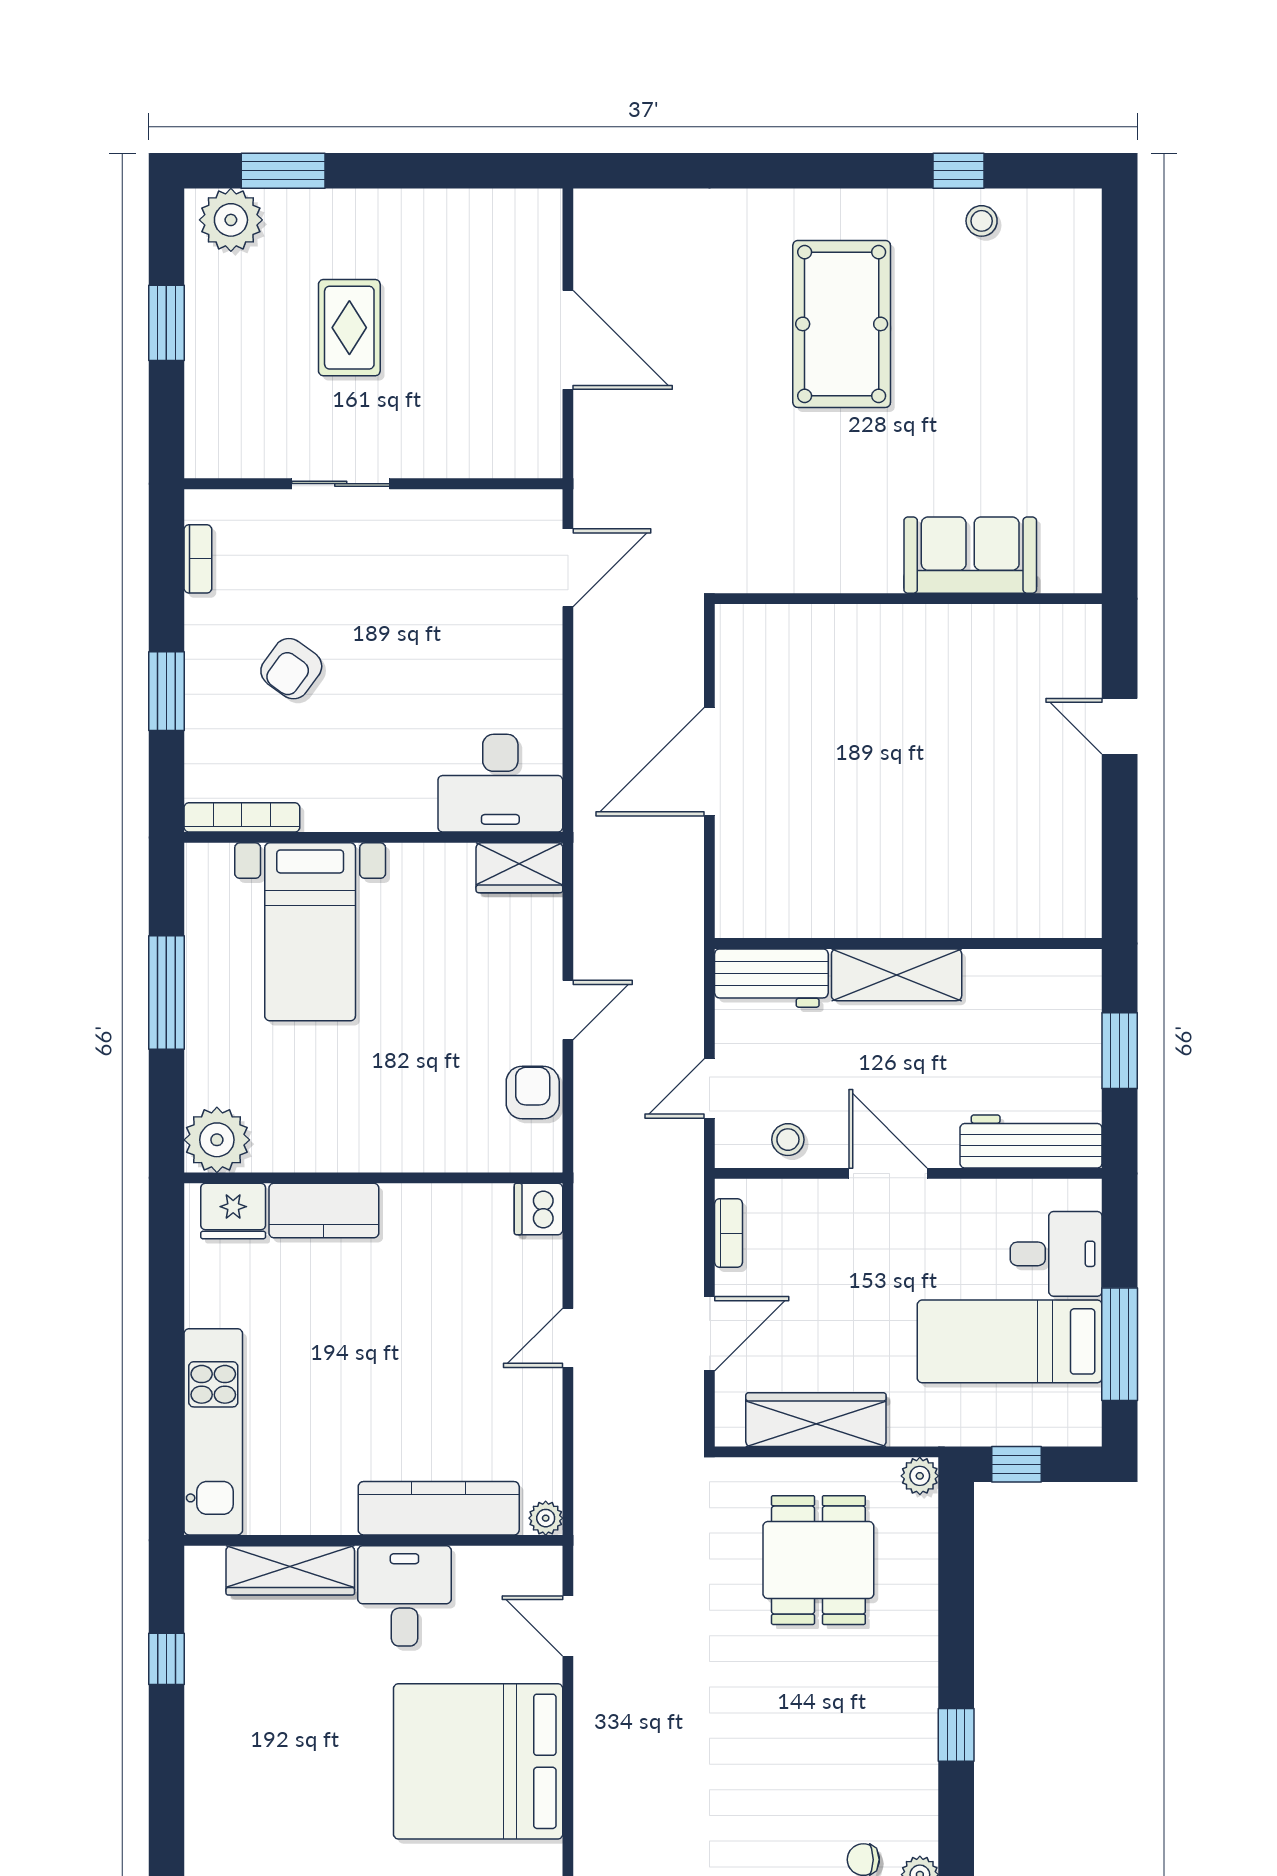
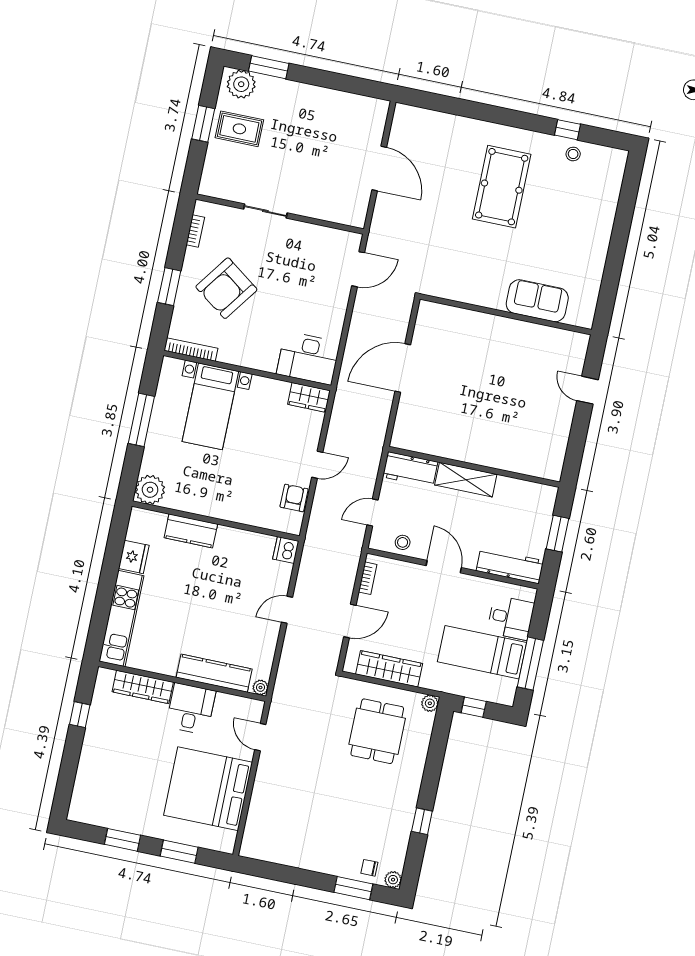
rug: (349, 328) -> (239, 129), moved, turned 90
armchair: (291, 669) -> (226, 288), width x1.88, depth x1.88
fridge: (233, 1211) -> (134, 557), moved, turned -90

